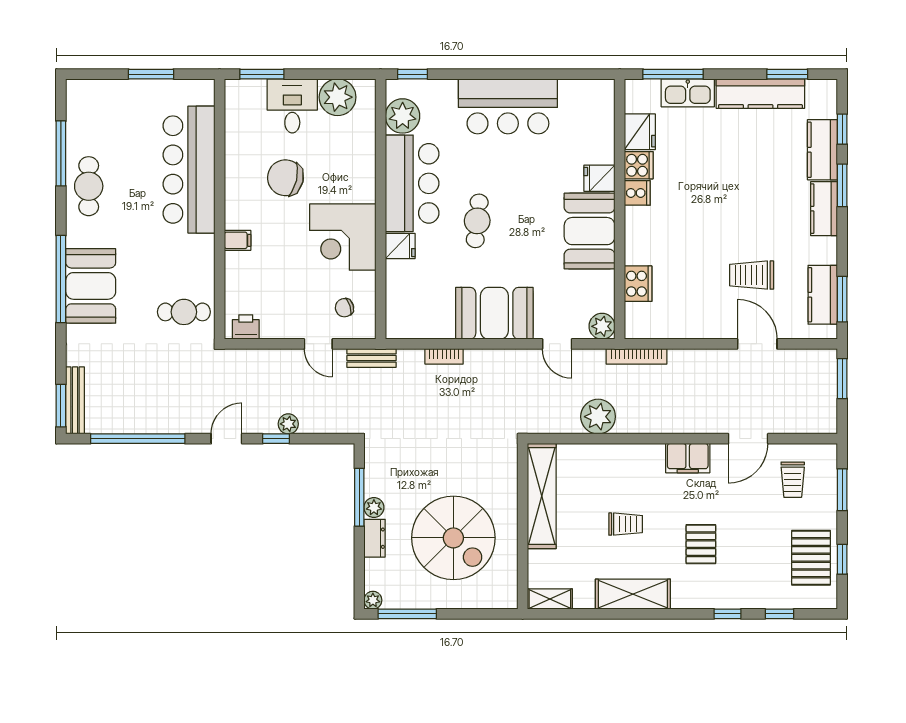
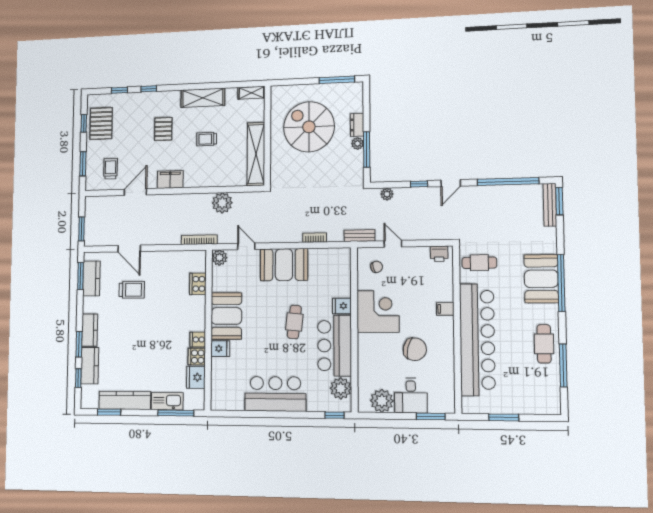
bar counter: (189, 170) -> (477, 340), width x1.36
plant: (288, 424) -> (387, 194), moved
plant: (373, 600) -> (358, 87), removed

